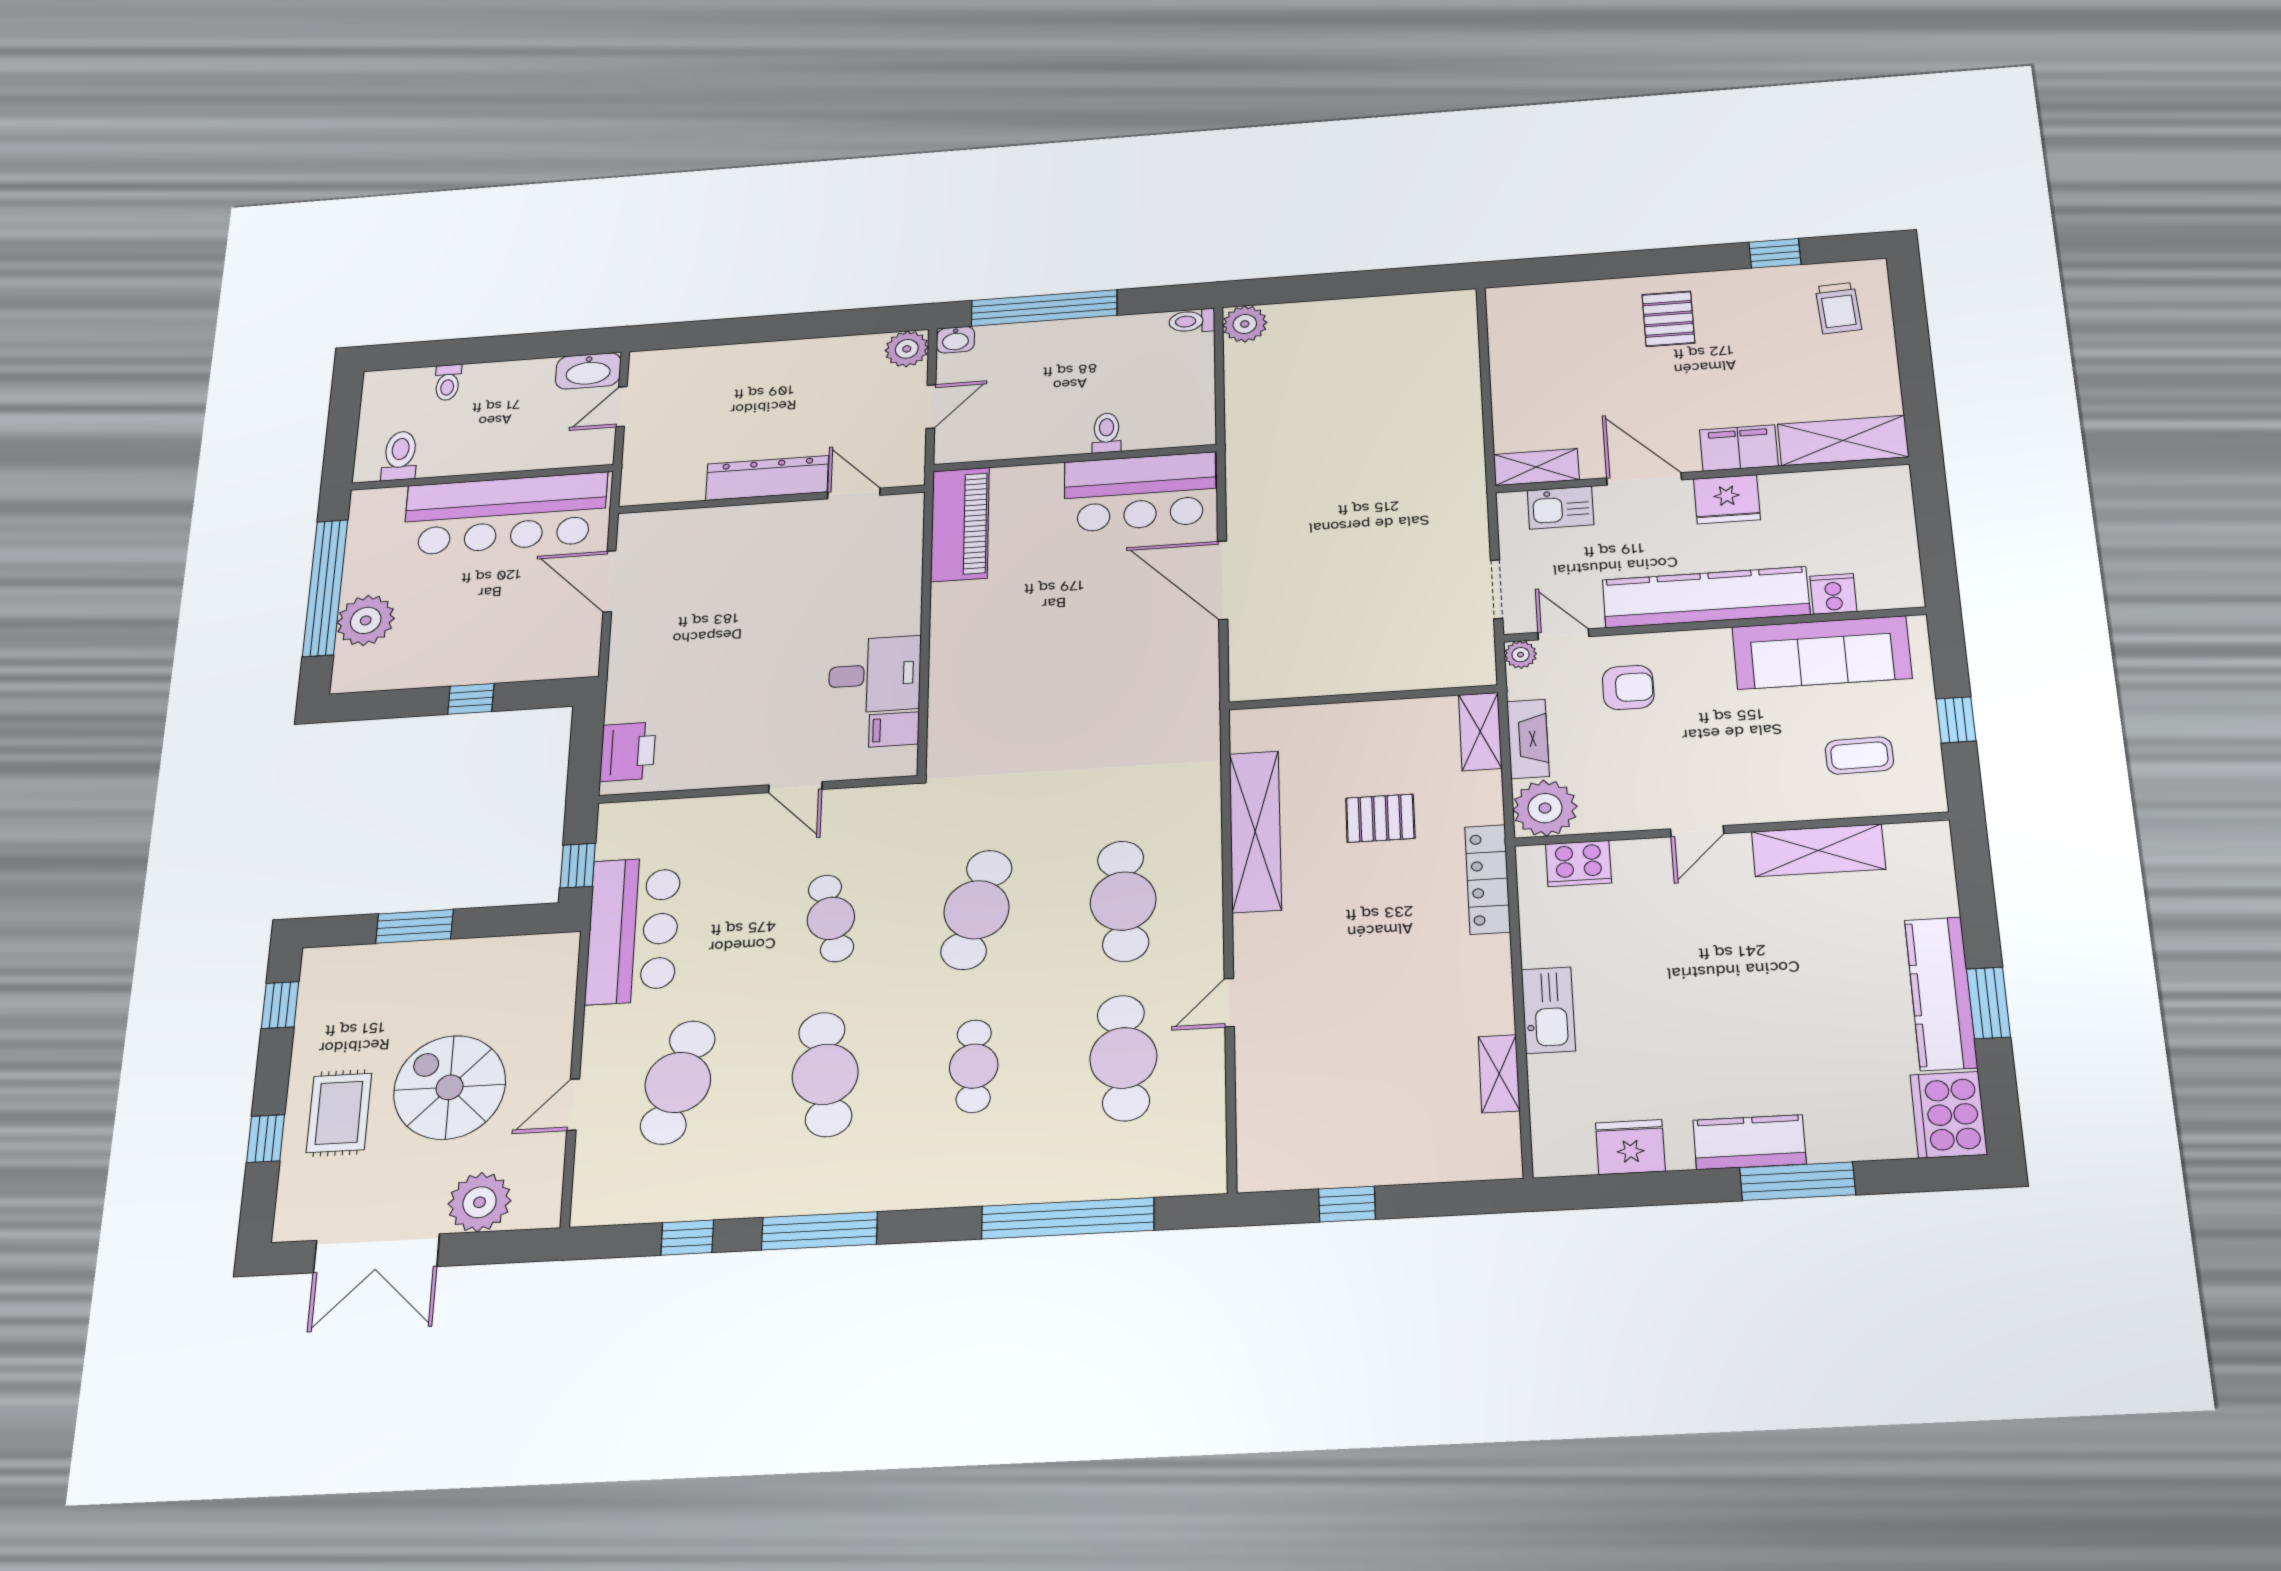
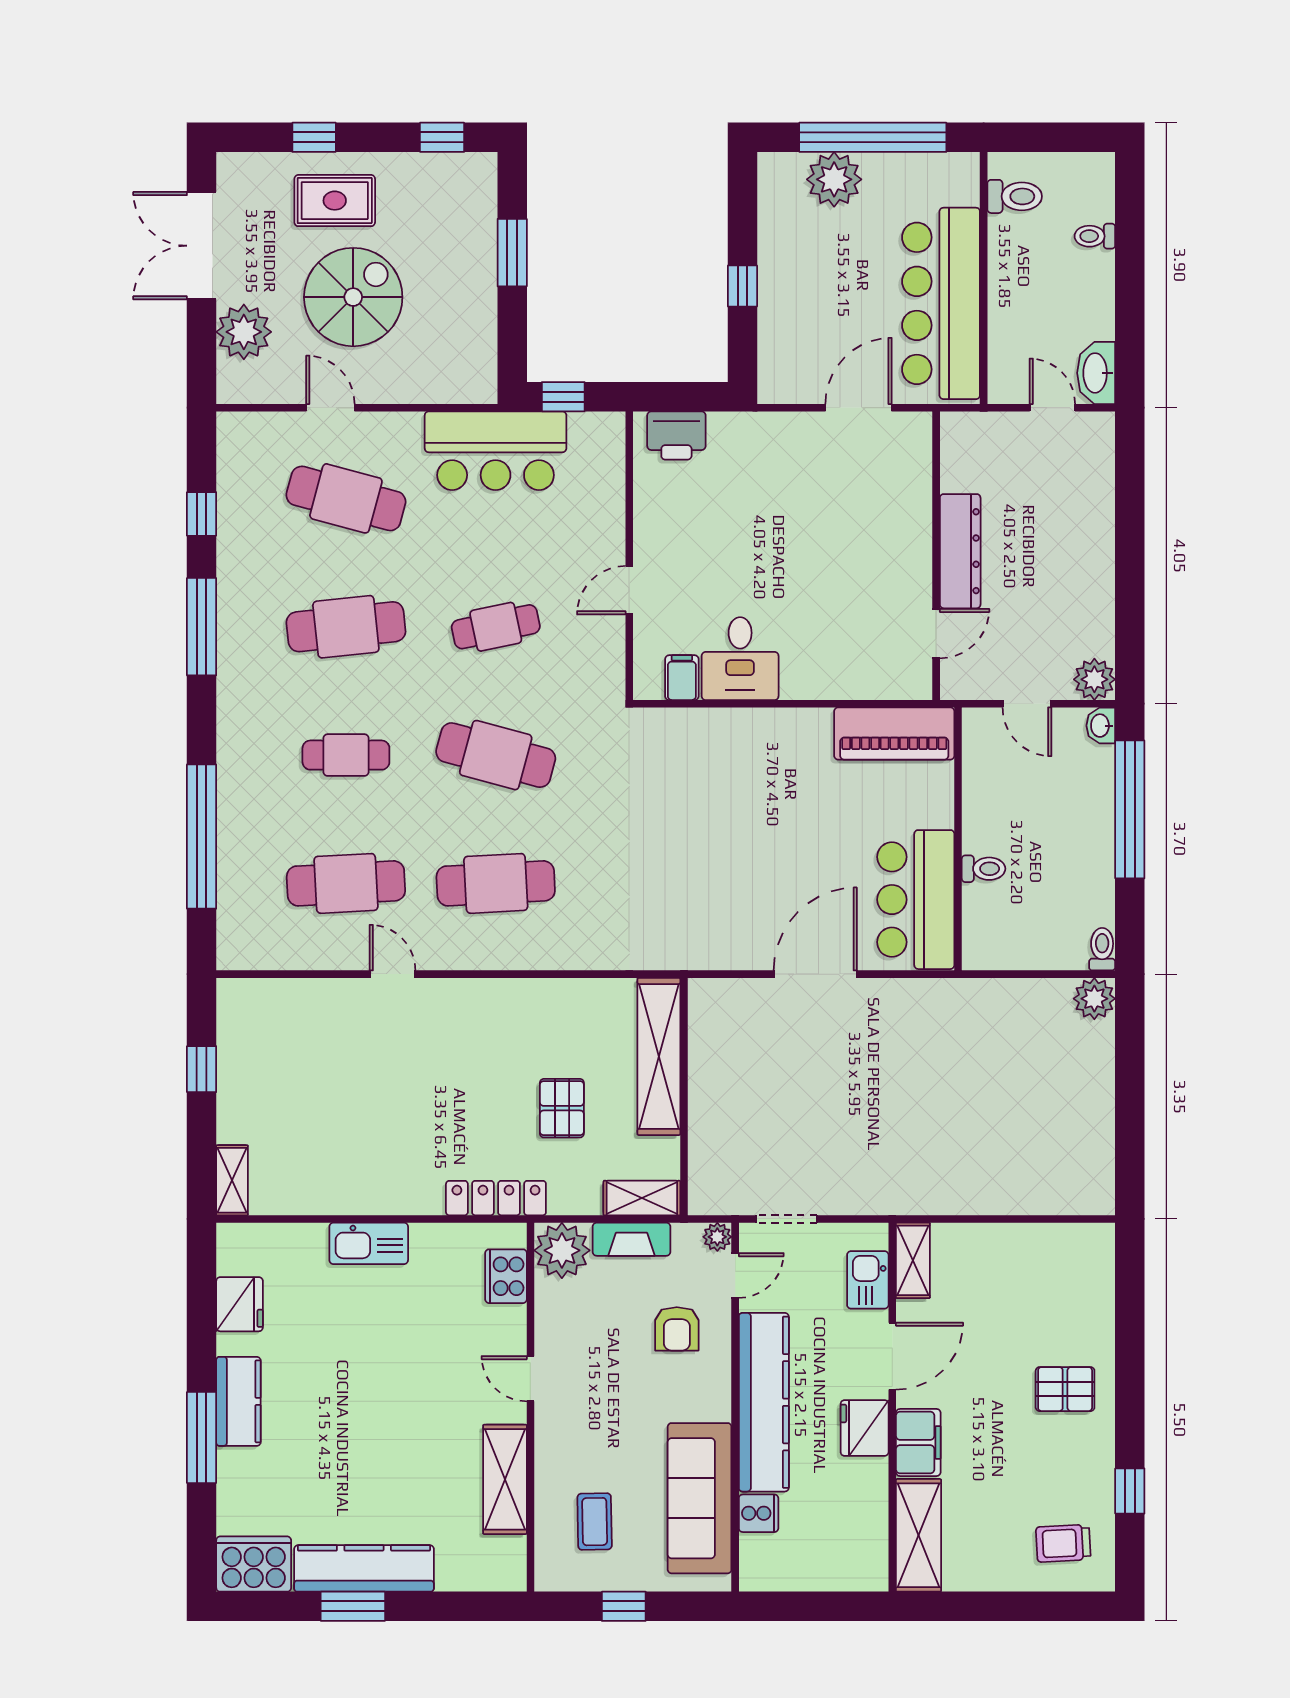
shelving: (1255, 831) -> (659, 1056), moved, turned 90
shelving: (1499, 1074) -> (232, 1180), moved, turned 90

